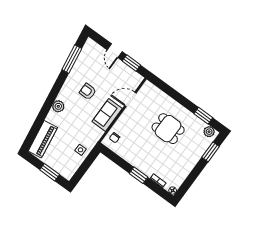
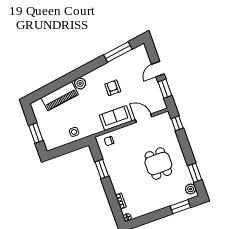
window: (161, 85) -> (177, 123), added
piano: (43, 139) -> (60, 96), moved
window: (139, 175) -> (102, 169), moved

